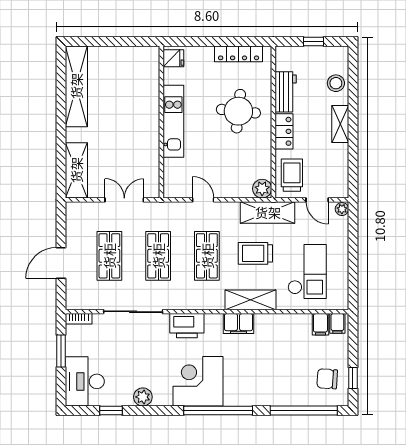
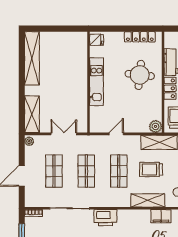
door: (203, 200) -> (116, 134), hinge flipped
plant: (72, 211) -> (29, 141), added
filing cabinet: (238, 324) -> (161, 216), moved

